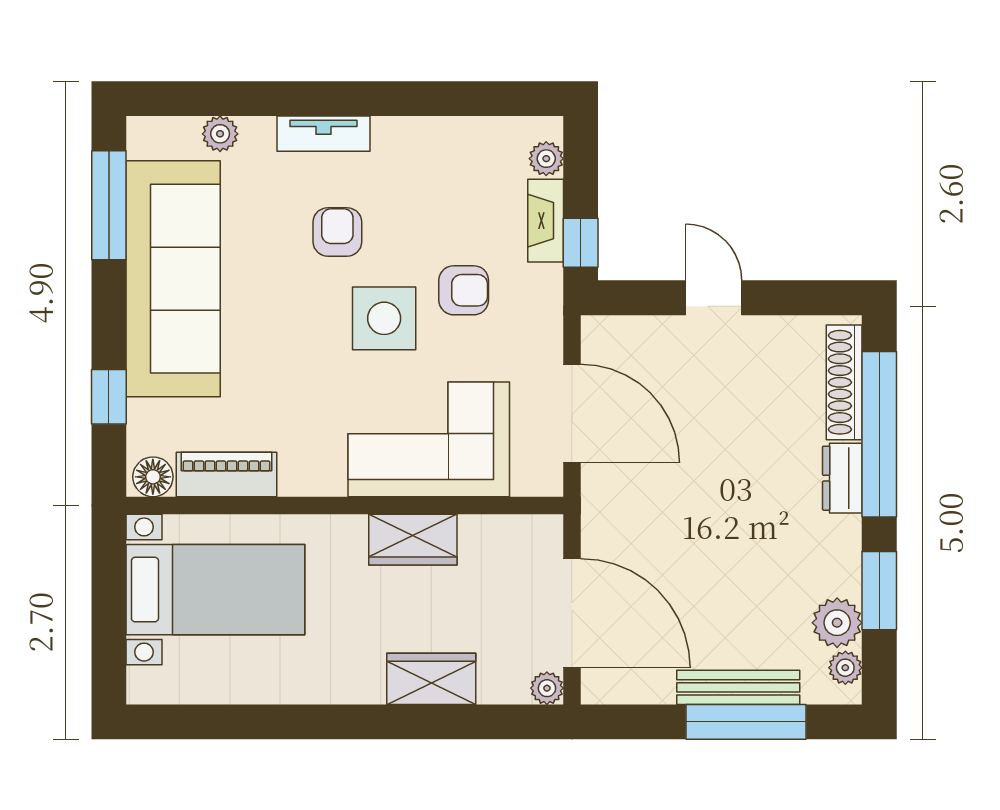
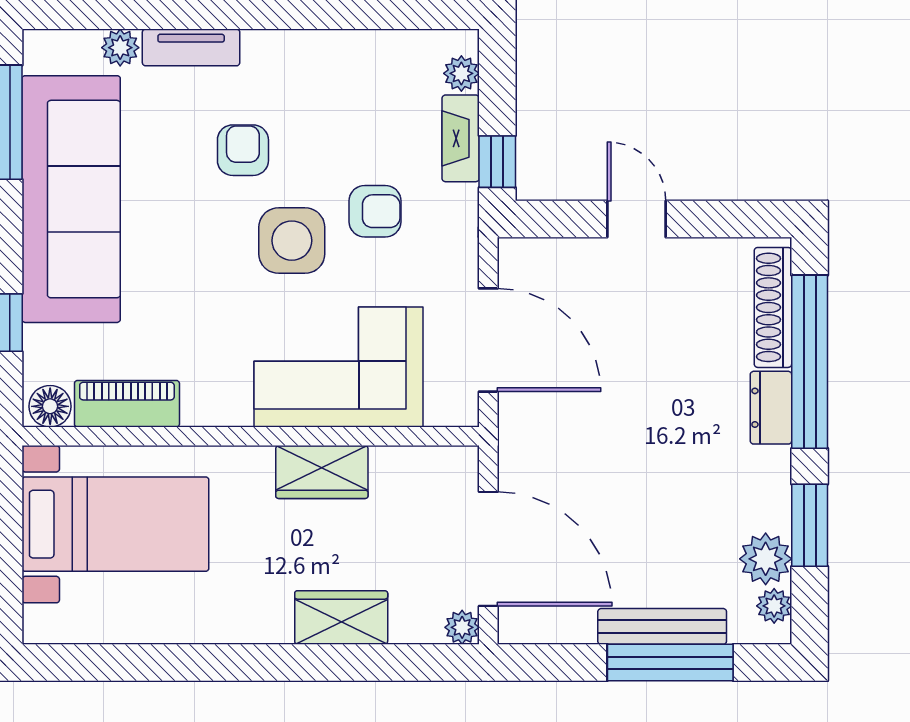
tv unit: (324, 134) -> (191, 47), moved

